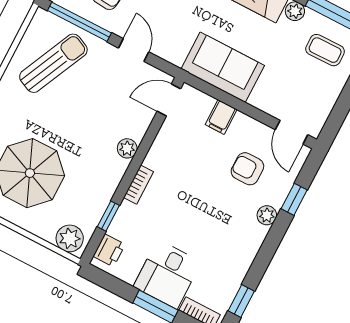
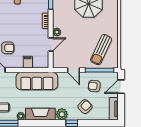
sofa: (223, 67) -> (37, 81), width x1.36
door: (169, 100) -> (51, 45), moved

